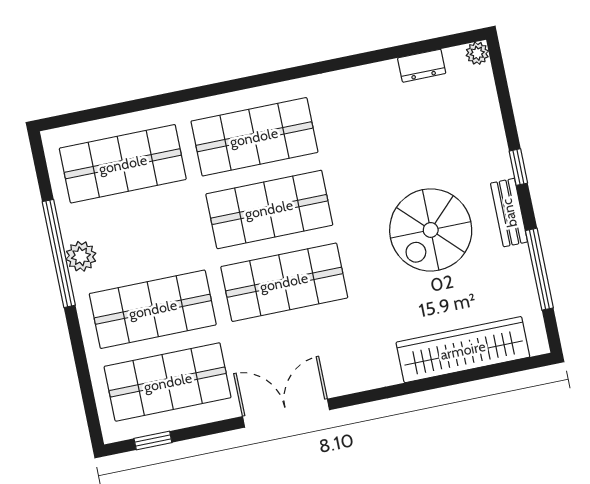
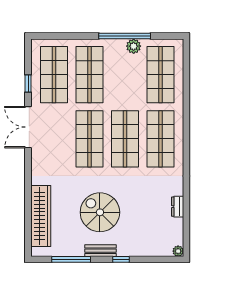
dresser: (422, 66) -> (178, 207), moved
plant: (81, 256) -> (134, 46), moved
double door: (286, 413) -> (28, 127), swing flipped
window: (153, 440) -> (28, 84), moved

